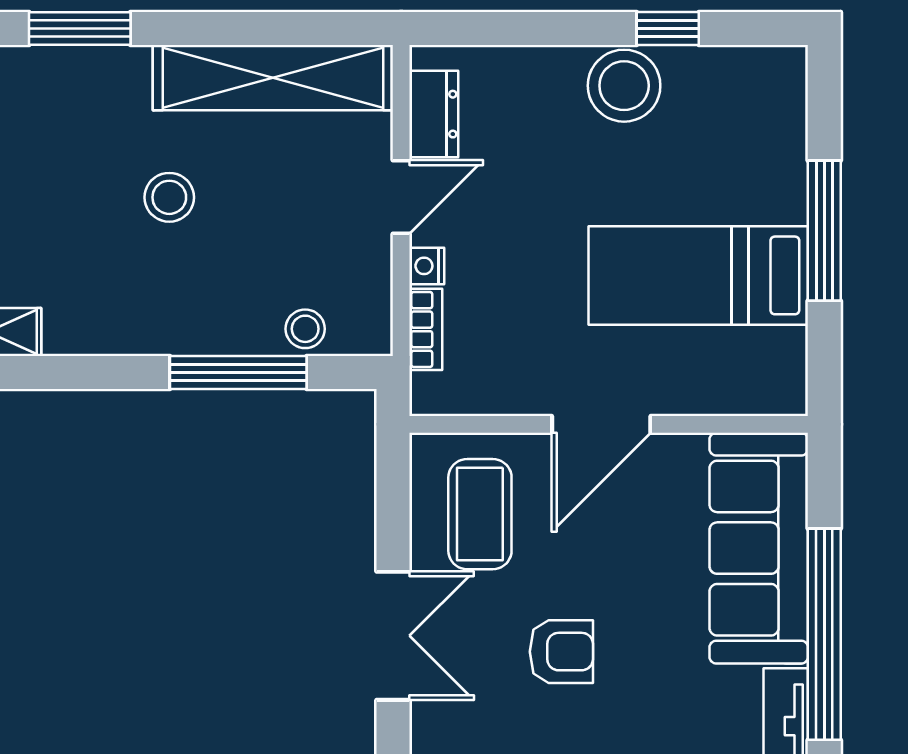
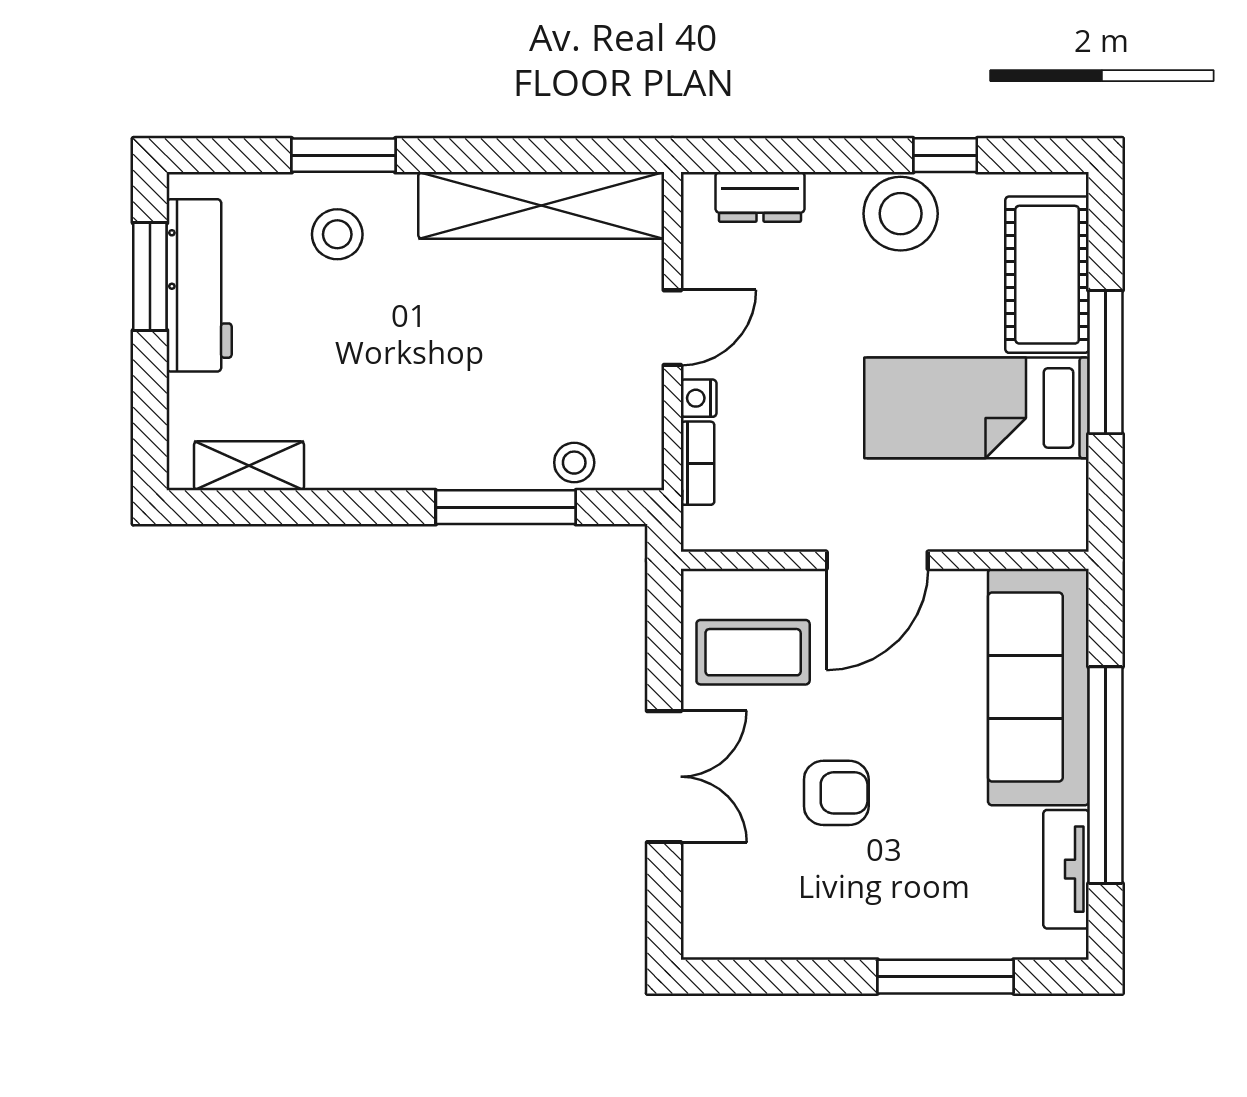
dresser: (434, 114) -> (760, 197), moved, turned 90
cot: (767, 145) -> (1047, 275), added
stool: (169, 197) -> (337, 234), moved
coffee table: (480, 514) -> (753, 652), turned 90

